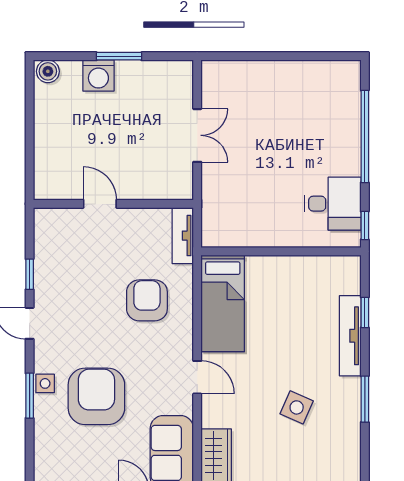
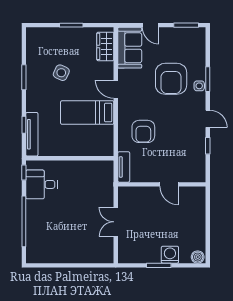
bed: (223, 303) -> (87, 113), moved, turned -90
tv unit: (350, 336) -> (32, 134), moved

